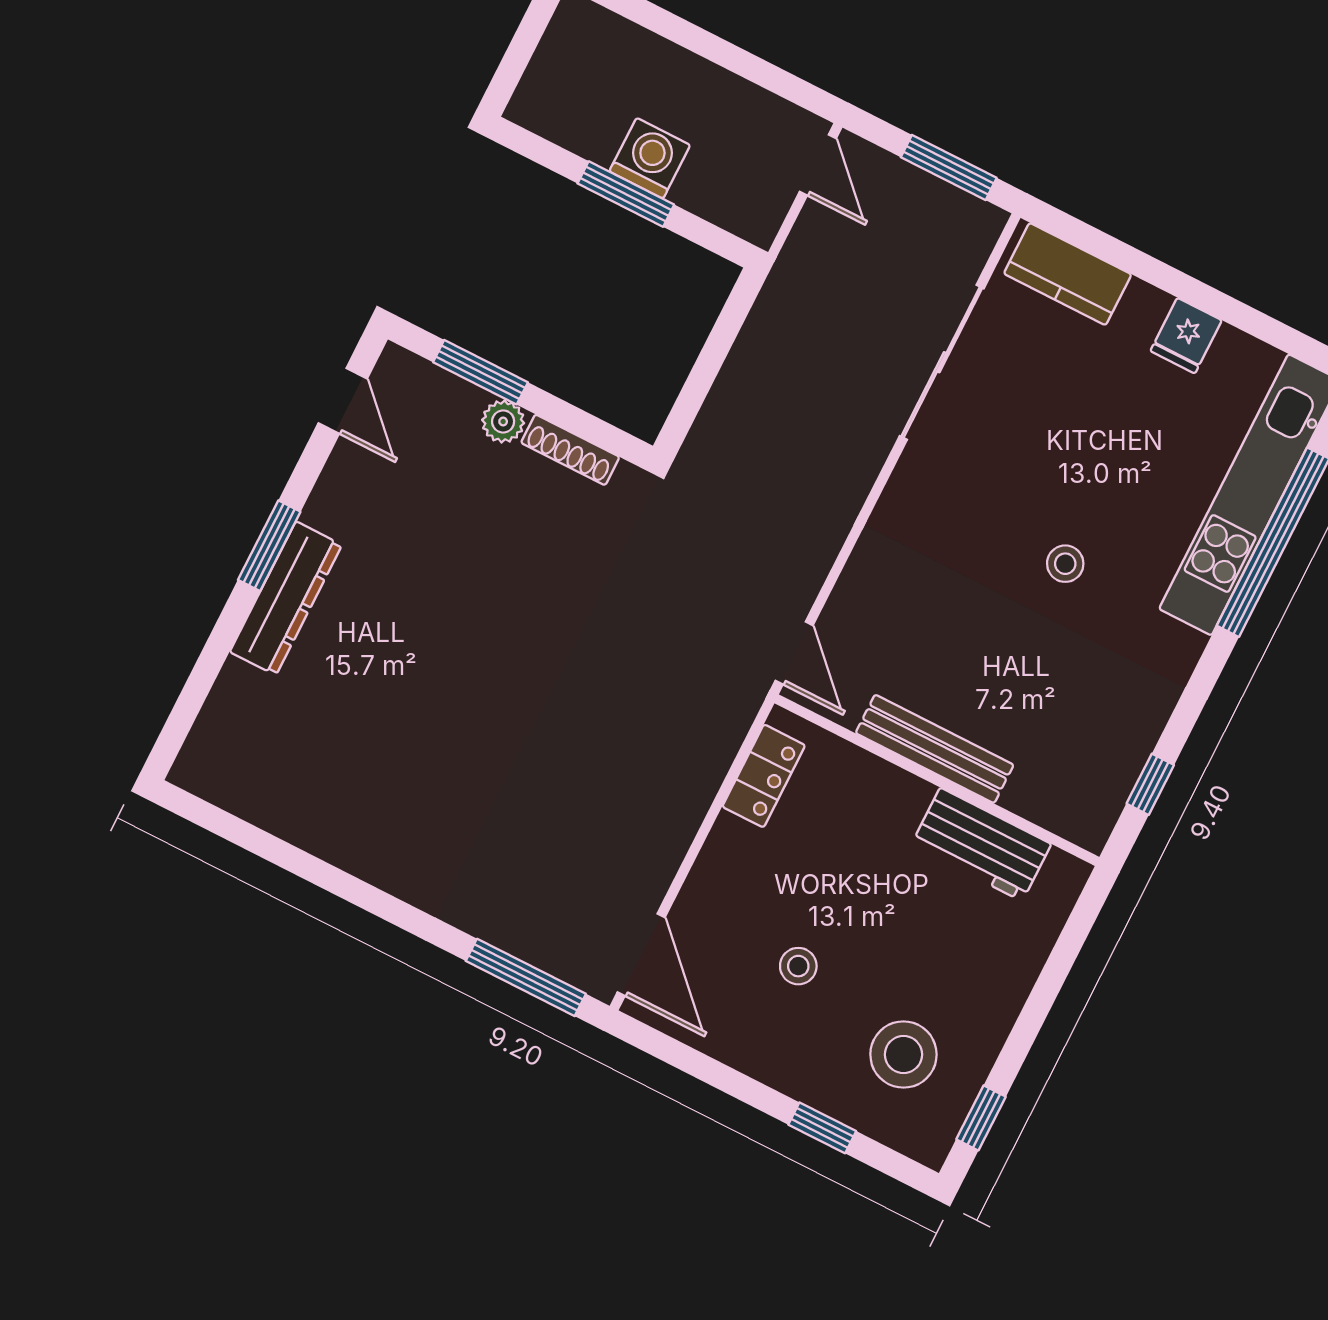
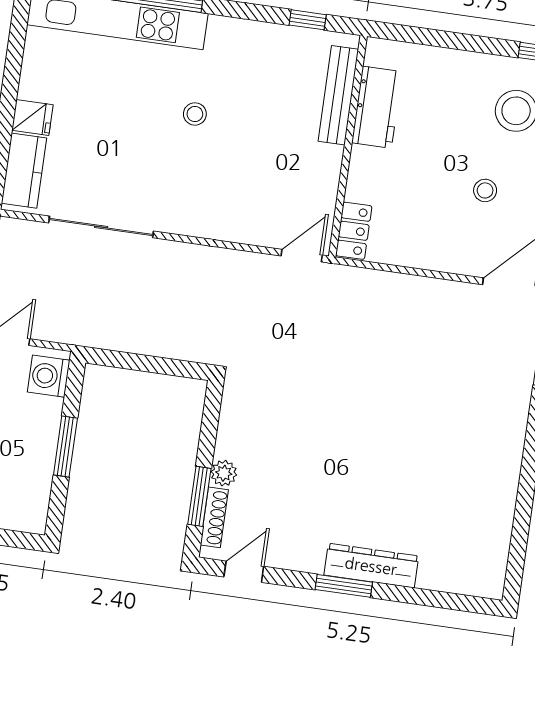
washing machine: (650, 158) -> (49, 376), moved
fridge: (1186, 336) -> (32, 117), moved
shoe rack: (570, 450) -> (214, 517), moved
bench: (935, 749) -> (338, 95), moved
locker: (764, 776) -> (354, 231), moved, turned 90

